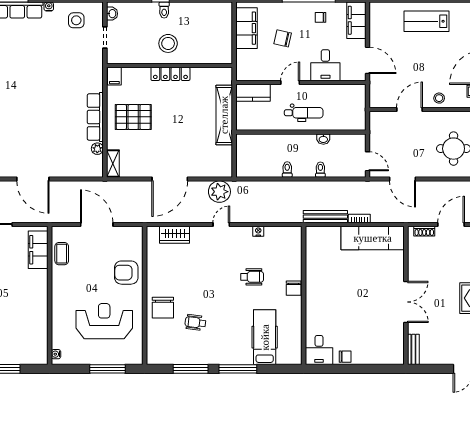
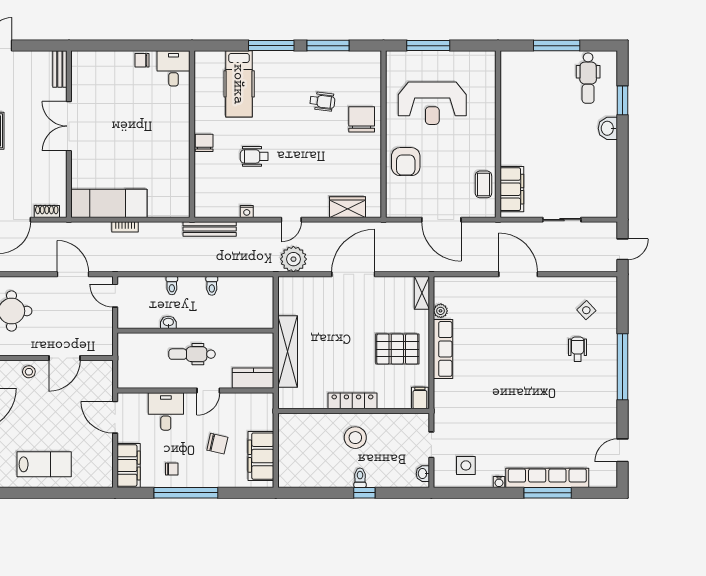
bench: (325, 217) -> (210, 229), moved
armchair: (126, 273) -> (406, 162), turned 90
water cooler: (56, 354) -> (490, 63), removed

